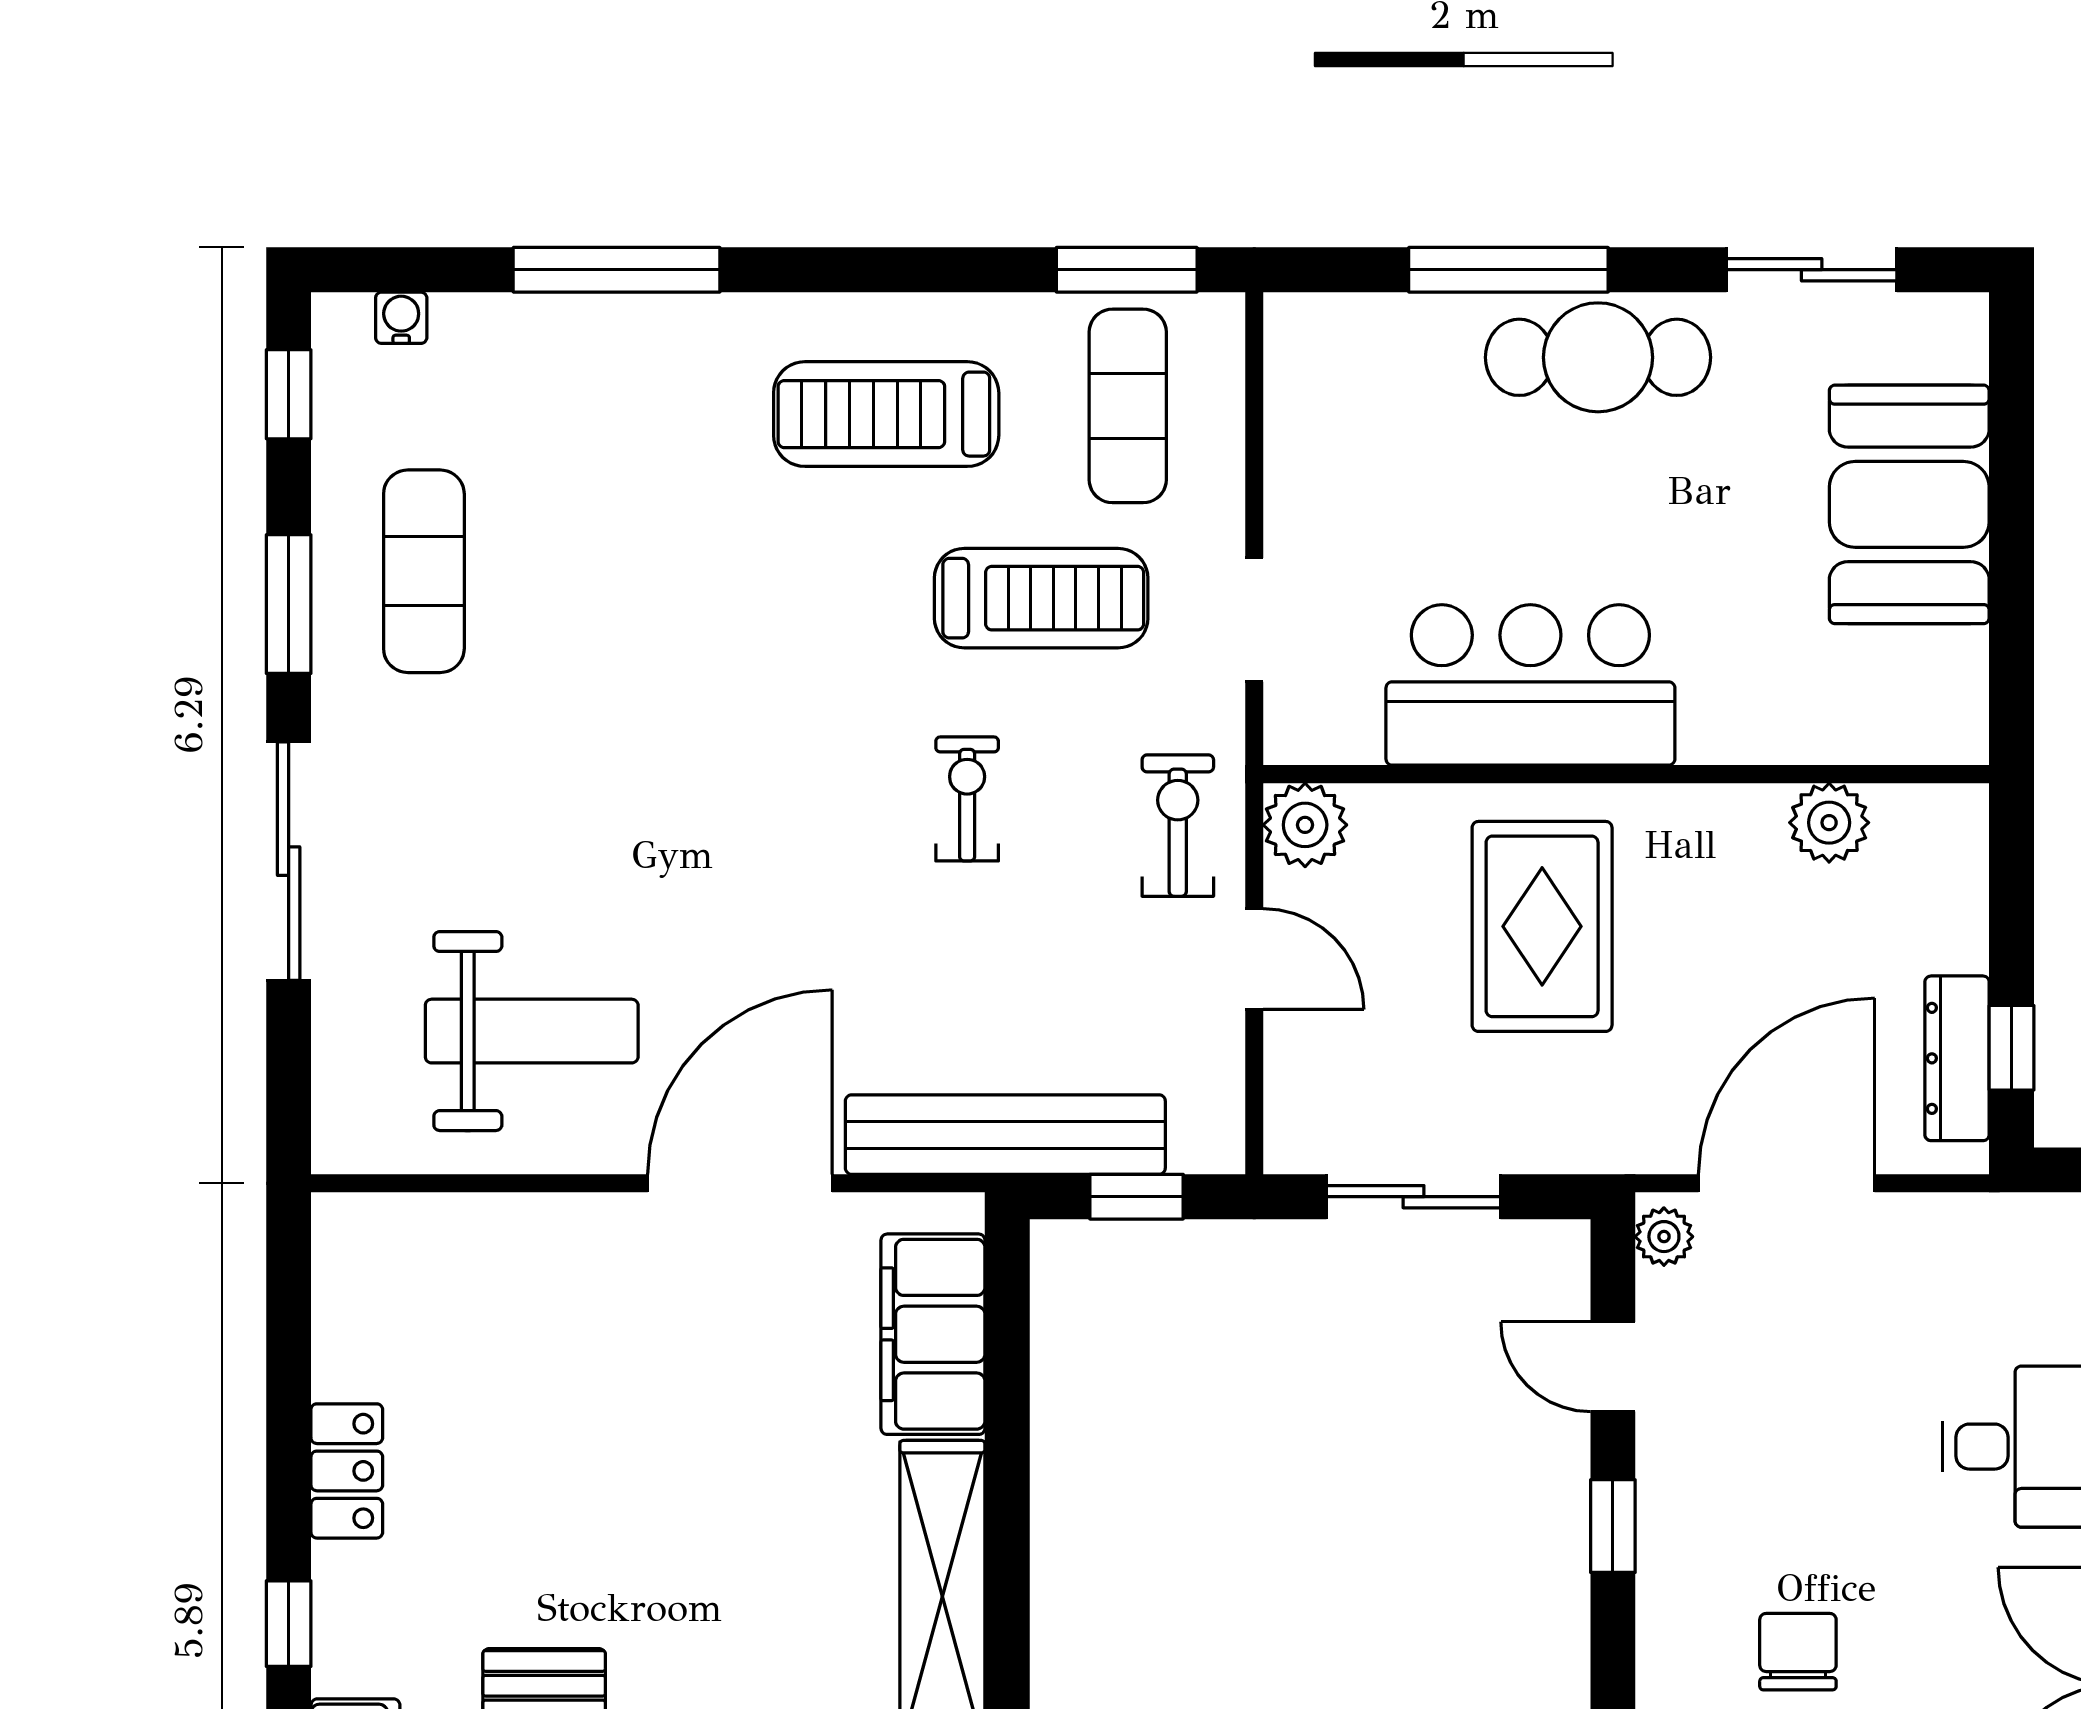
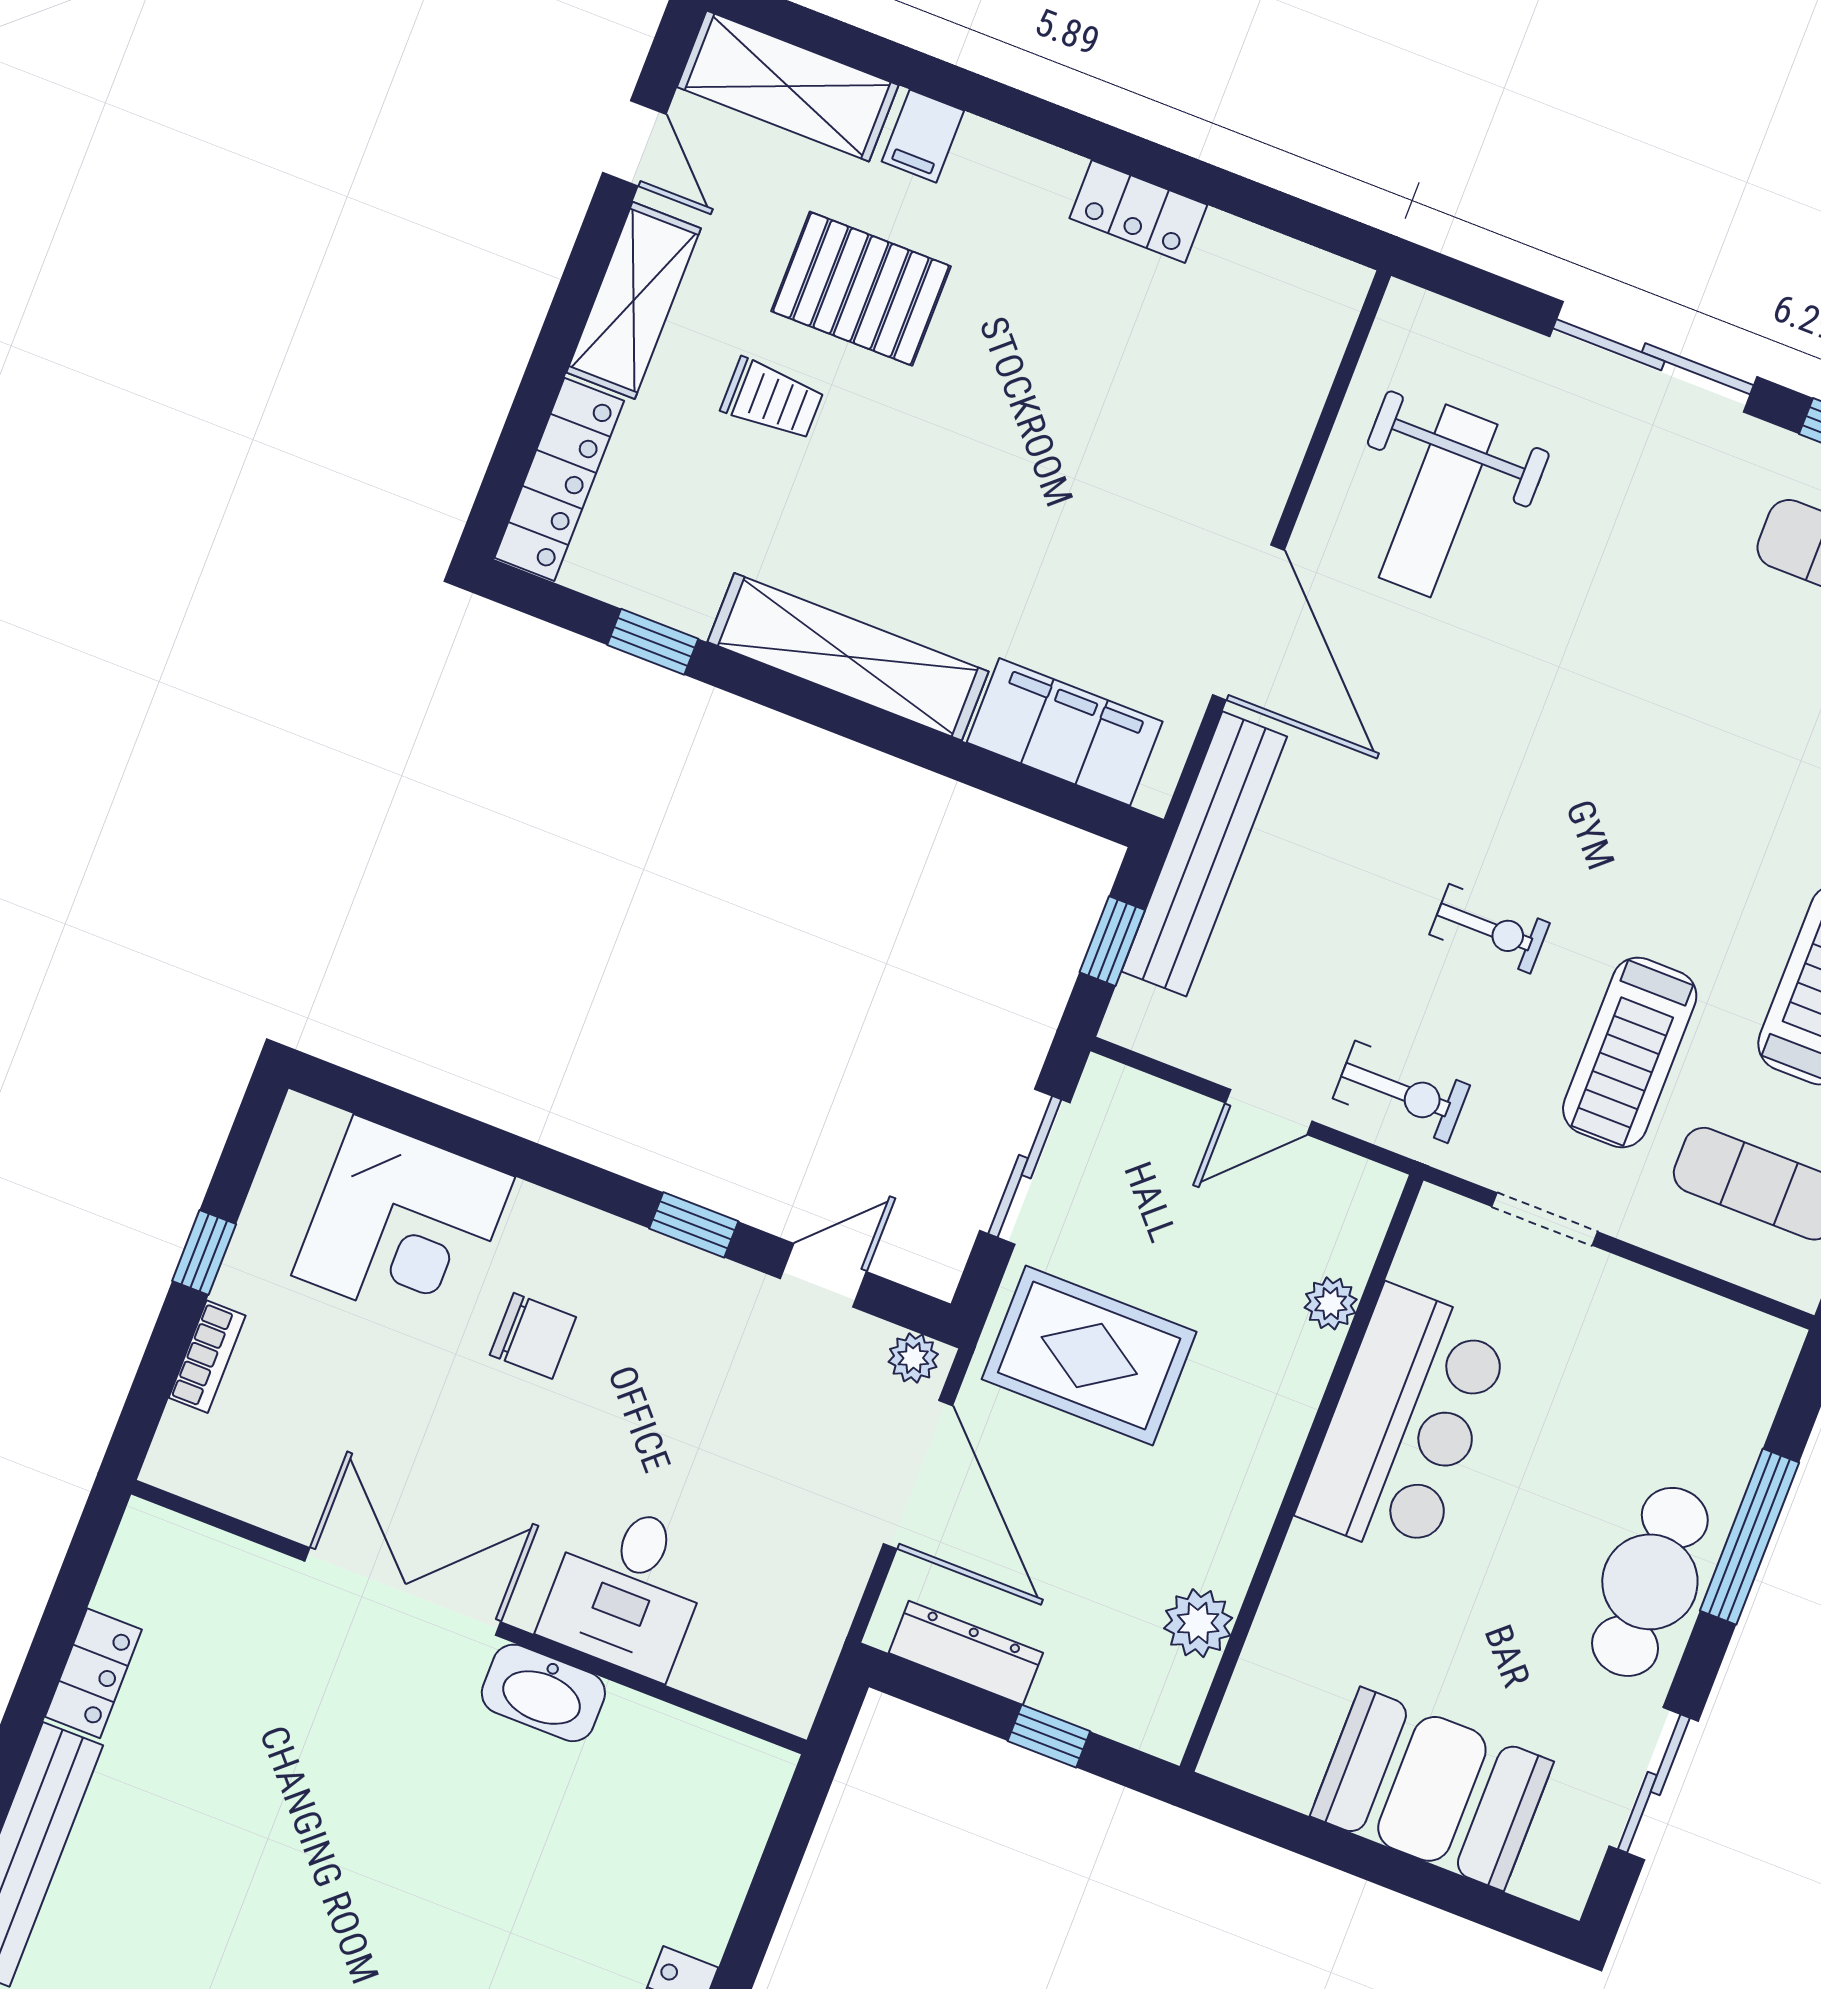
plant: (1305, 825) -> (1331, 1303), moved, width x0.73, depth x0.73
rug: (1542, 926) -> (1089, 1355), moved
window: (2012, 1048) -> (1049, 1736), moved
window: (289, 1624) -> (1032, 116), removed

